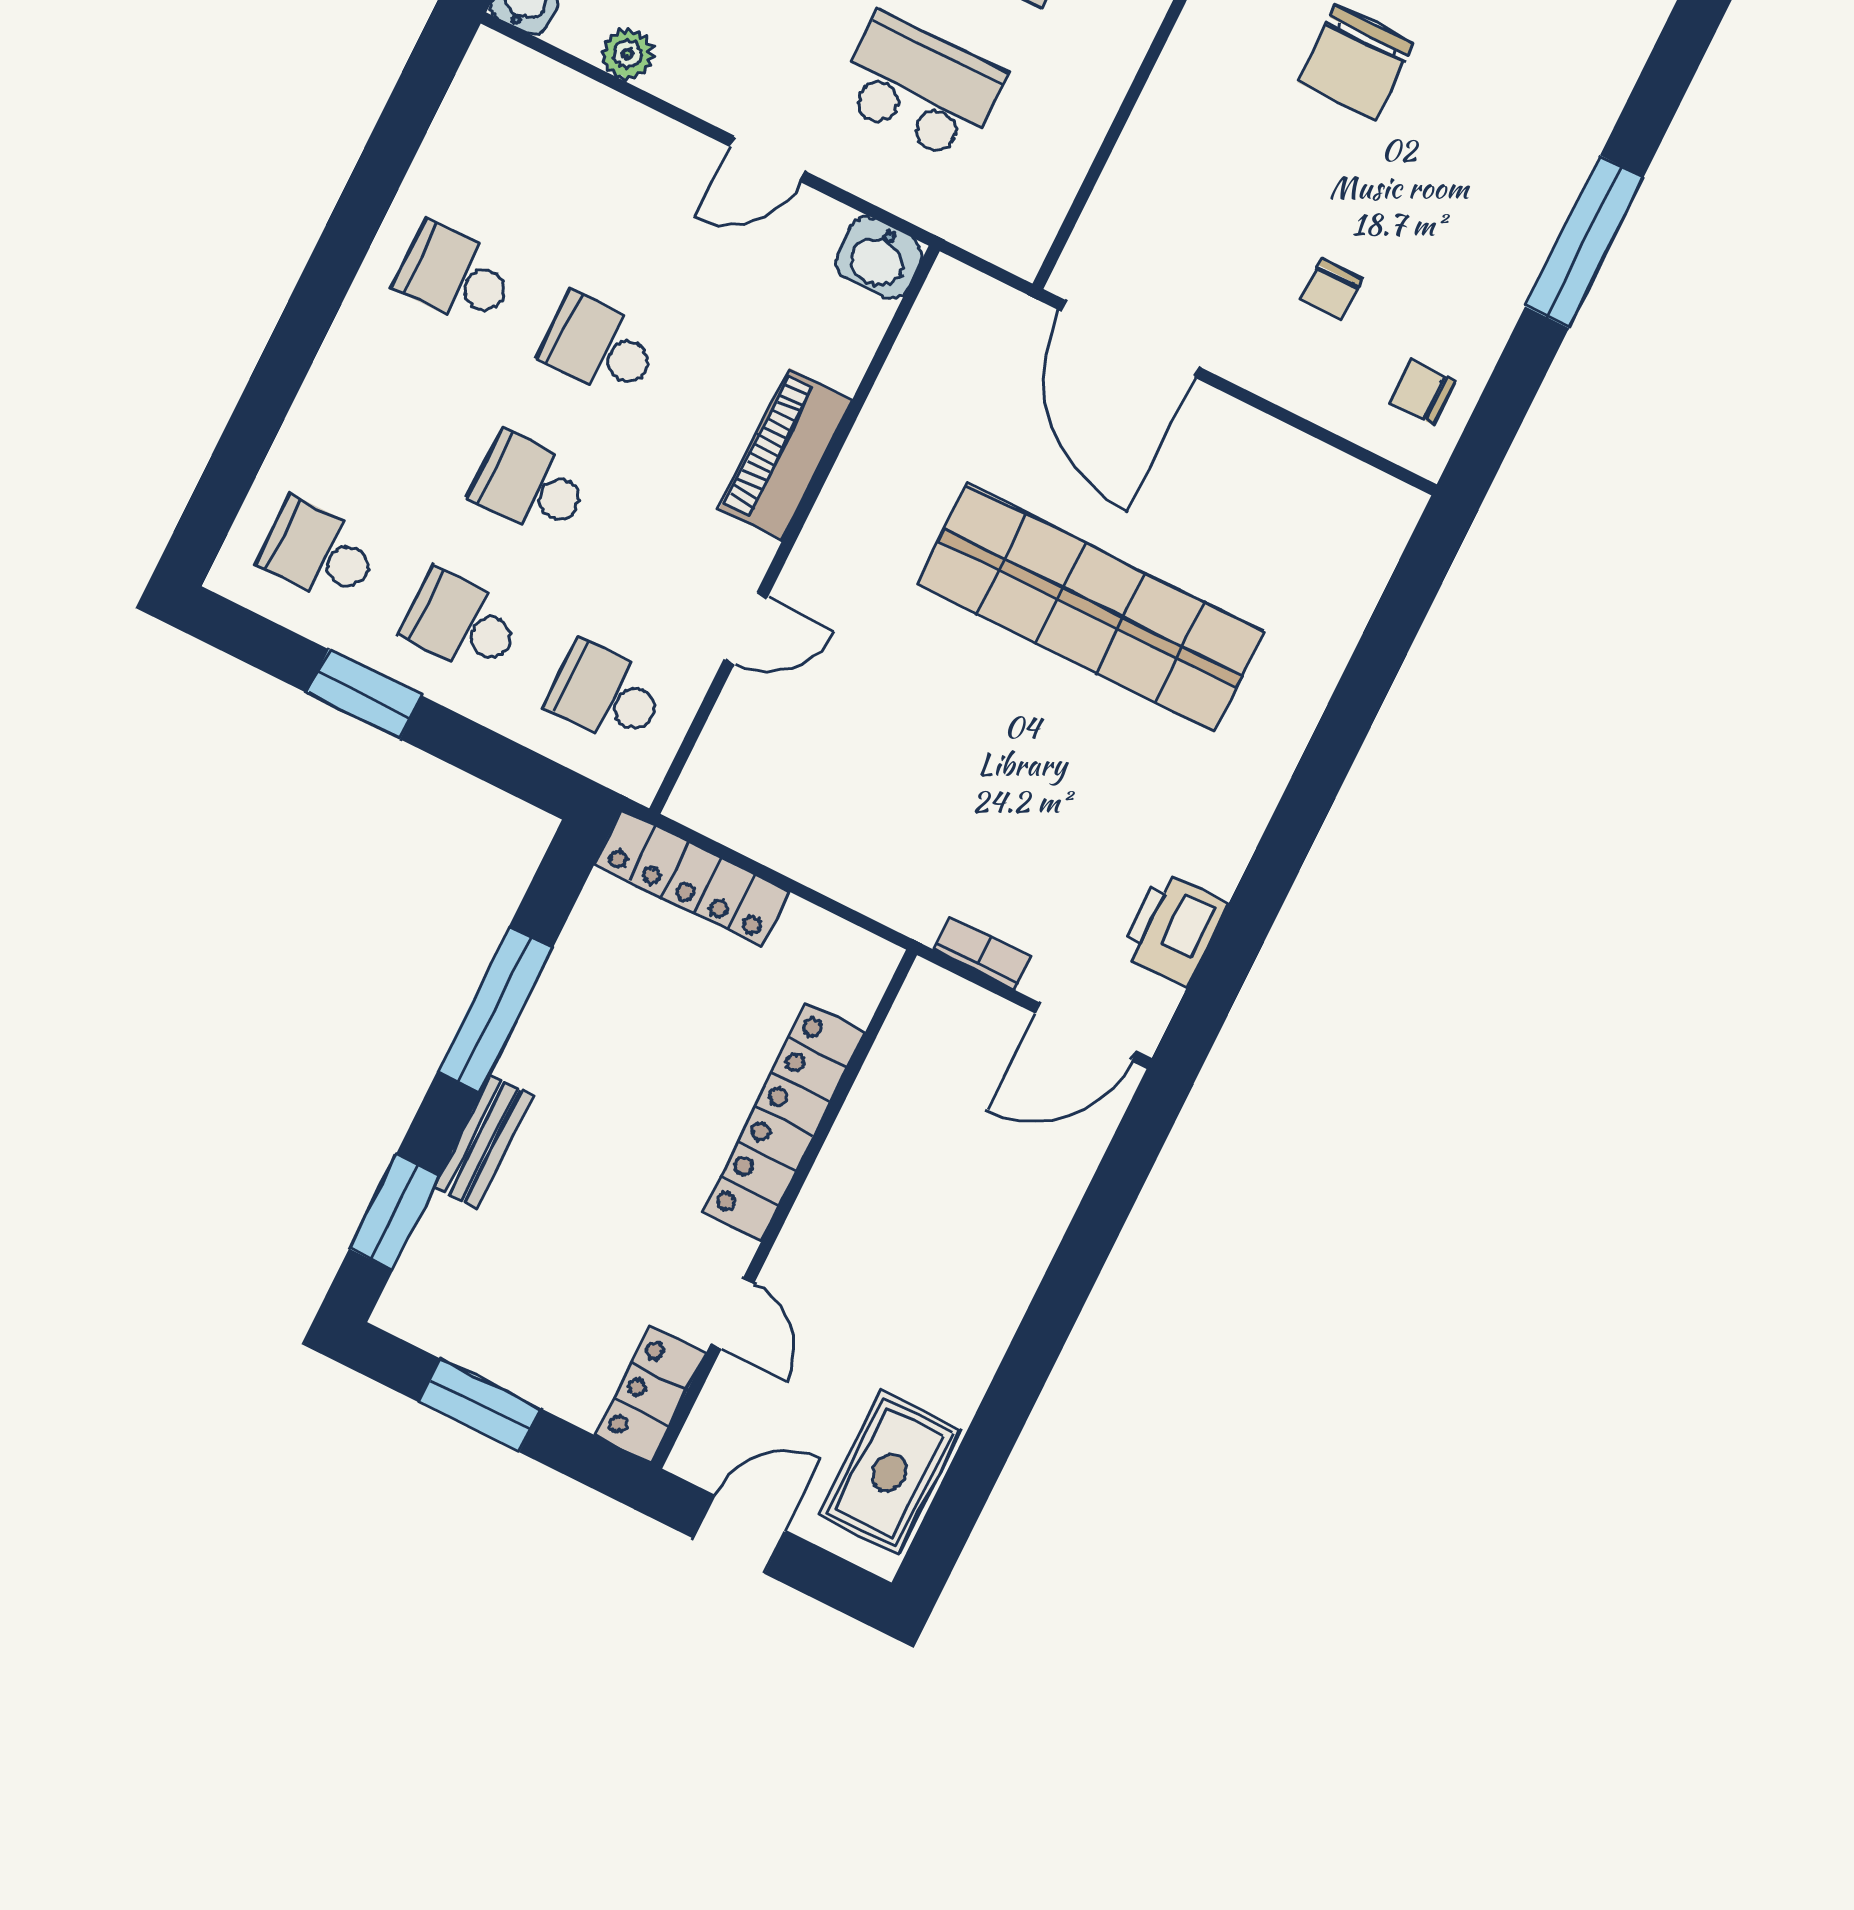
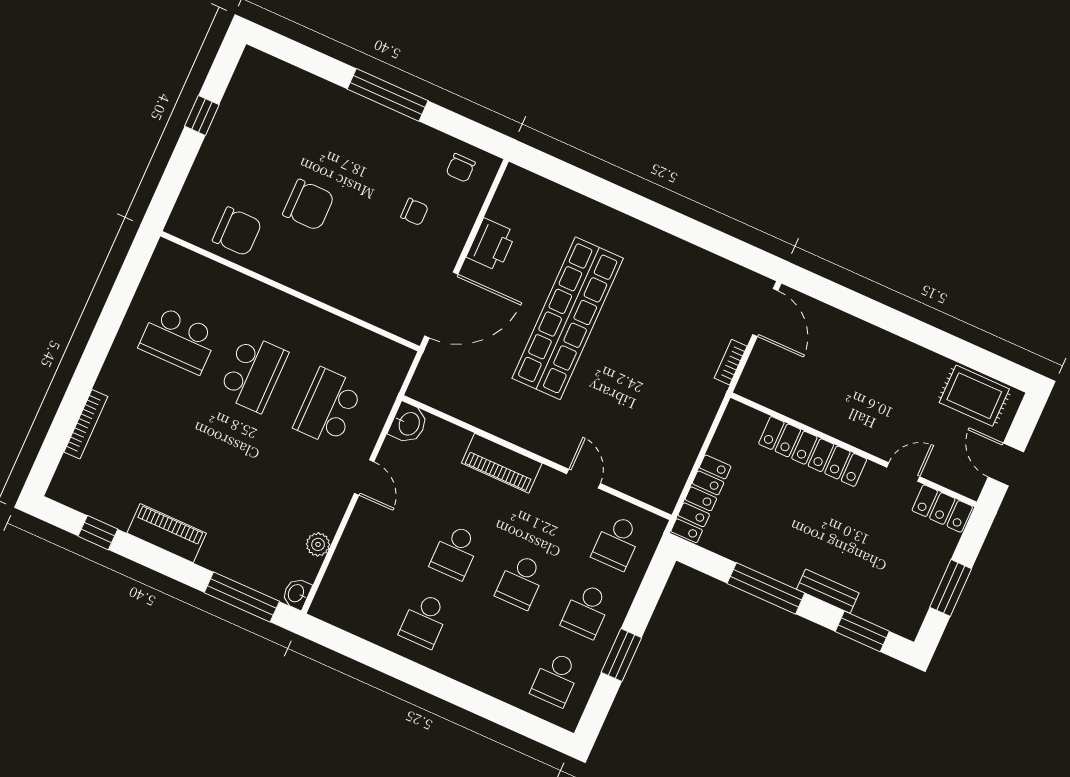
printer: (1173, 928) -> (491, 245), moved, turned -90

